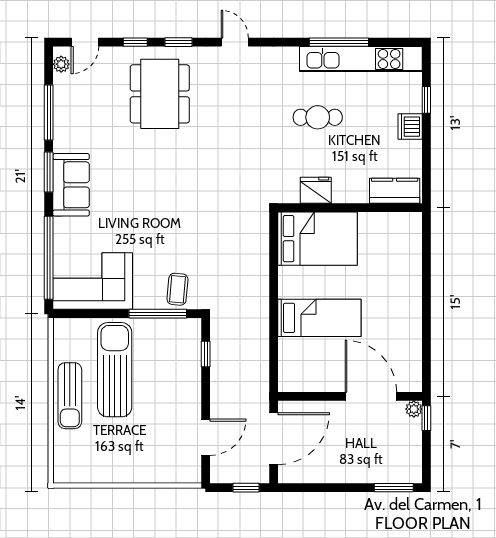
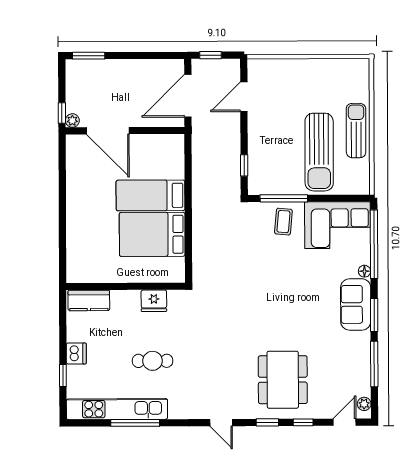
floor lamp: (60, 225) -> (364, 271), added
bed: (318, 239) -> (152, 234), moved
coffee table: (177, 289) -> (283, 222), moved

